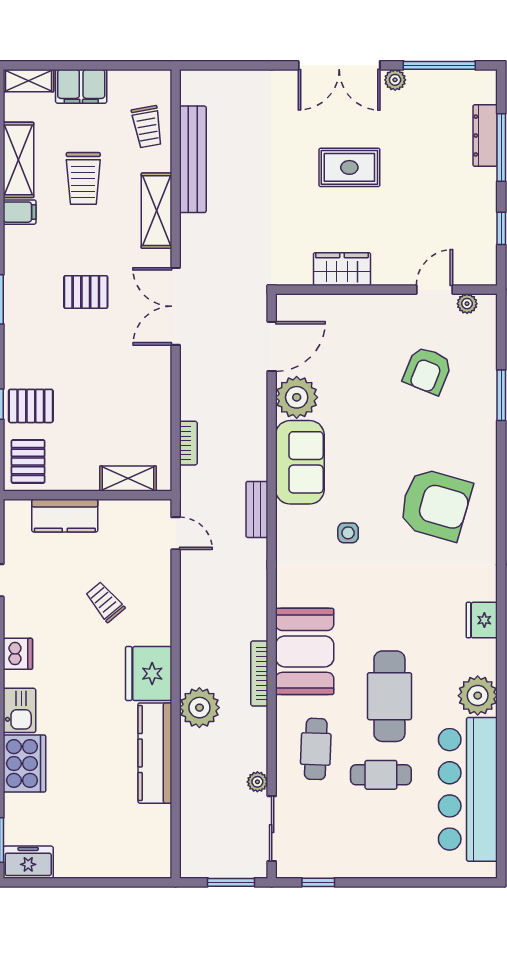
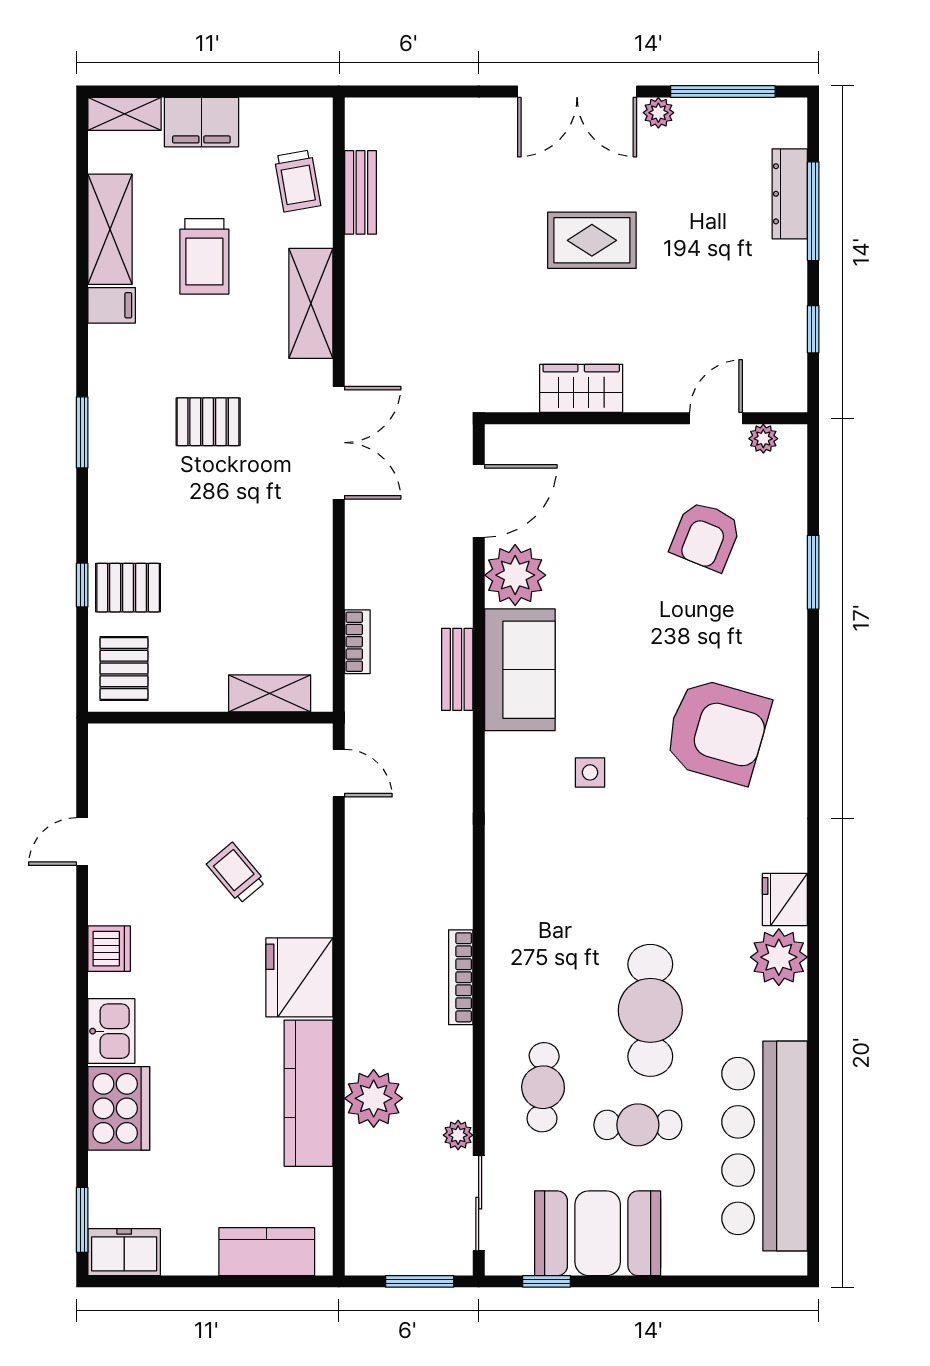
bench: (193, 159) -> (361, 192), width x0.54, depth x0.82
double door: (176, 306) -> (339, 443), swing flipped
bench: (257, 509) -> (457, 669), moved
kitchen counter: (65, 516) -> (267, 1252), moved, turned 180
booth: (305, 651) -> (598, 1233), moved, turned 90
plant: (478, 696) -> (779, 957), moved
plant: (199, 708) -> (374, 1098), moved

